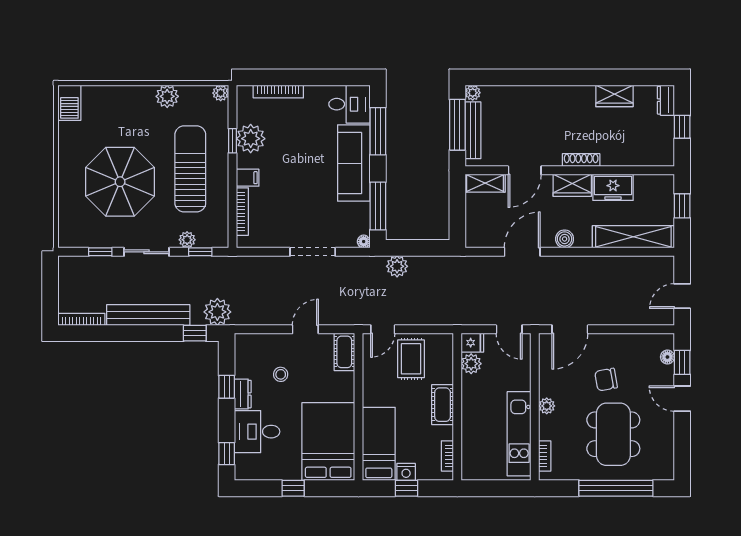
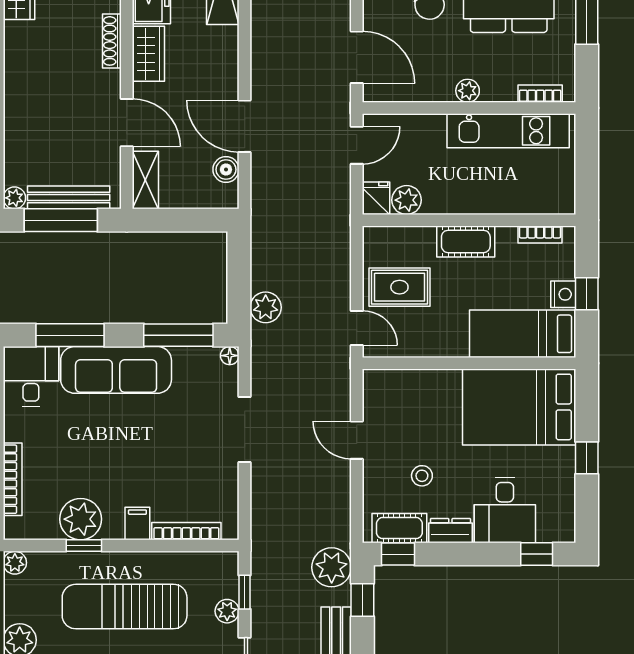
boiler: (565, 239) -> (226, 170), moved
cot: (344, 352) -> (399, 528), moved
window: (227, 387) -> (398, 554), moved

